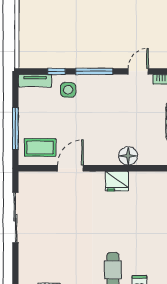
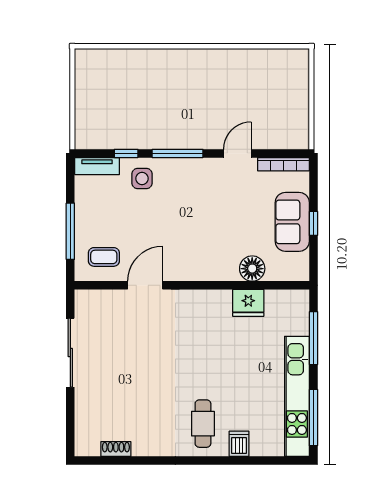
coffee table: (40, 147) -> (104, 257), width x0.73, depth x0.77
floor lamp: (128, 156) -> (252, 269), moved
fridge: (117, 181) -> (248, 303), moved

